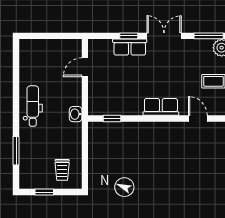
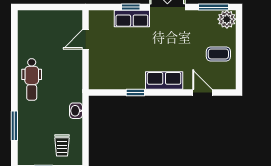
dental chair: (33, 106) -> (32, 80), turned 180
washbasin: (76, 114) -> (76, 111), moved
window: (112, 119) -> (135, 92), moved

